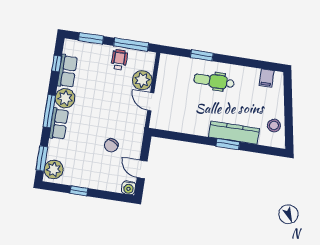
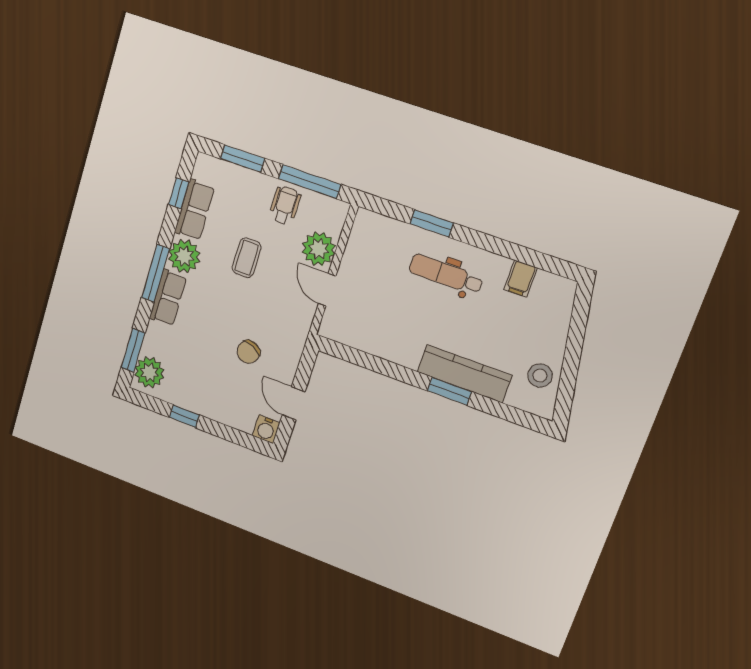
filing cabinet: (267, 78) -> (521, 279), moved
coffee table: (102, 92) -> (247, 258), added

